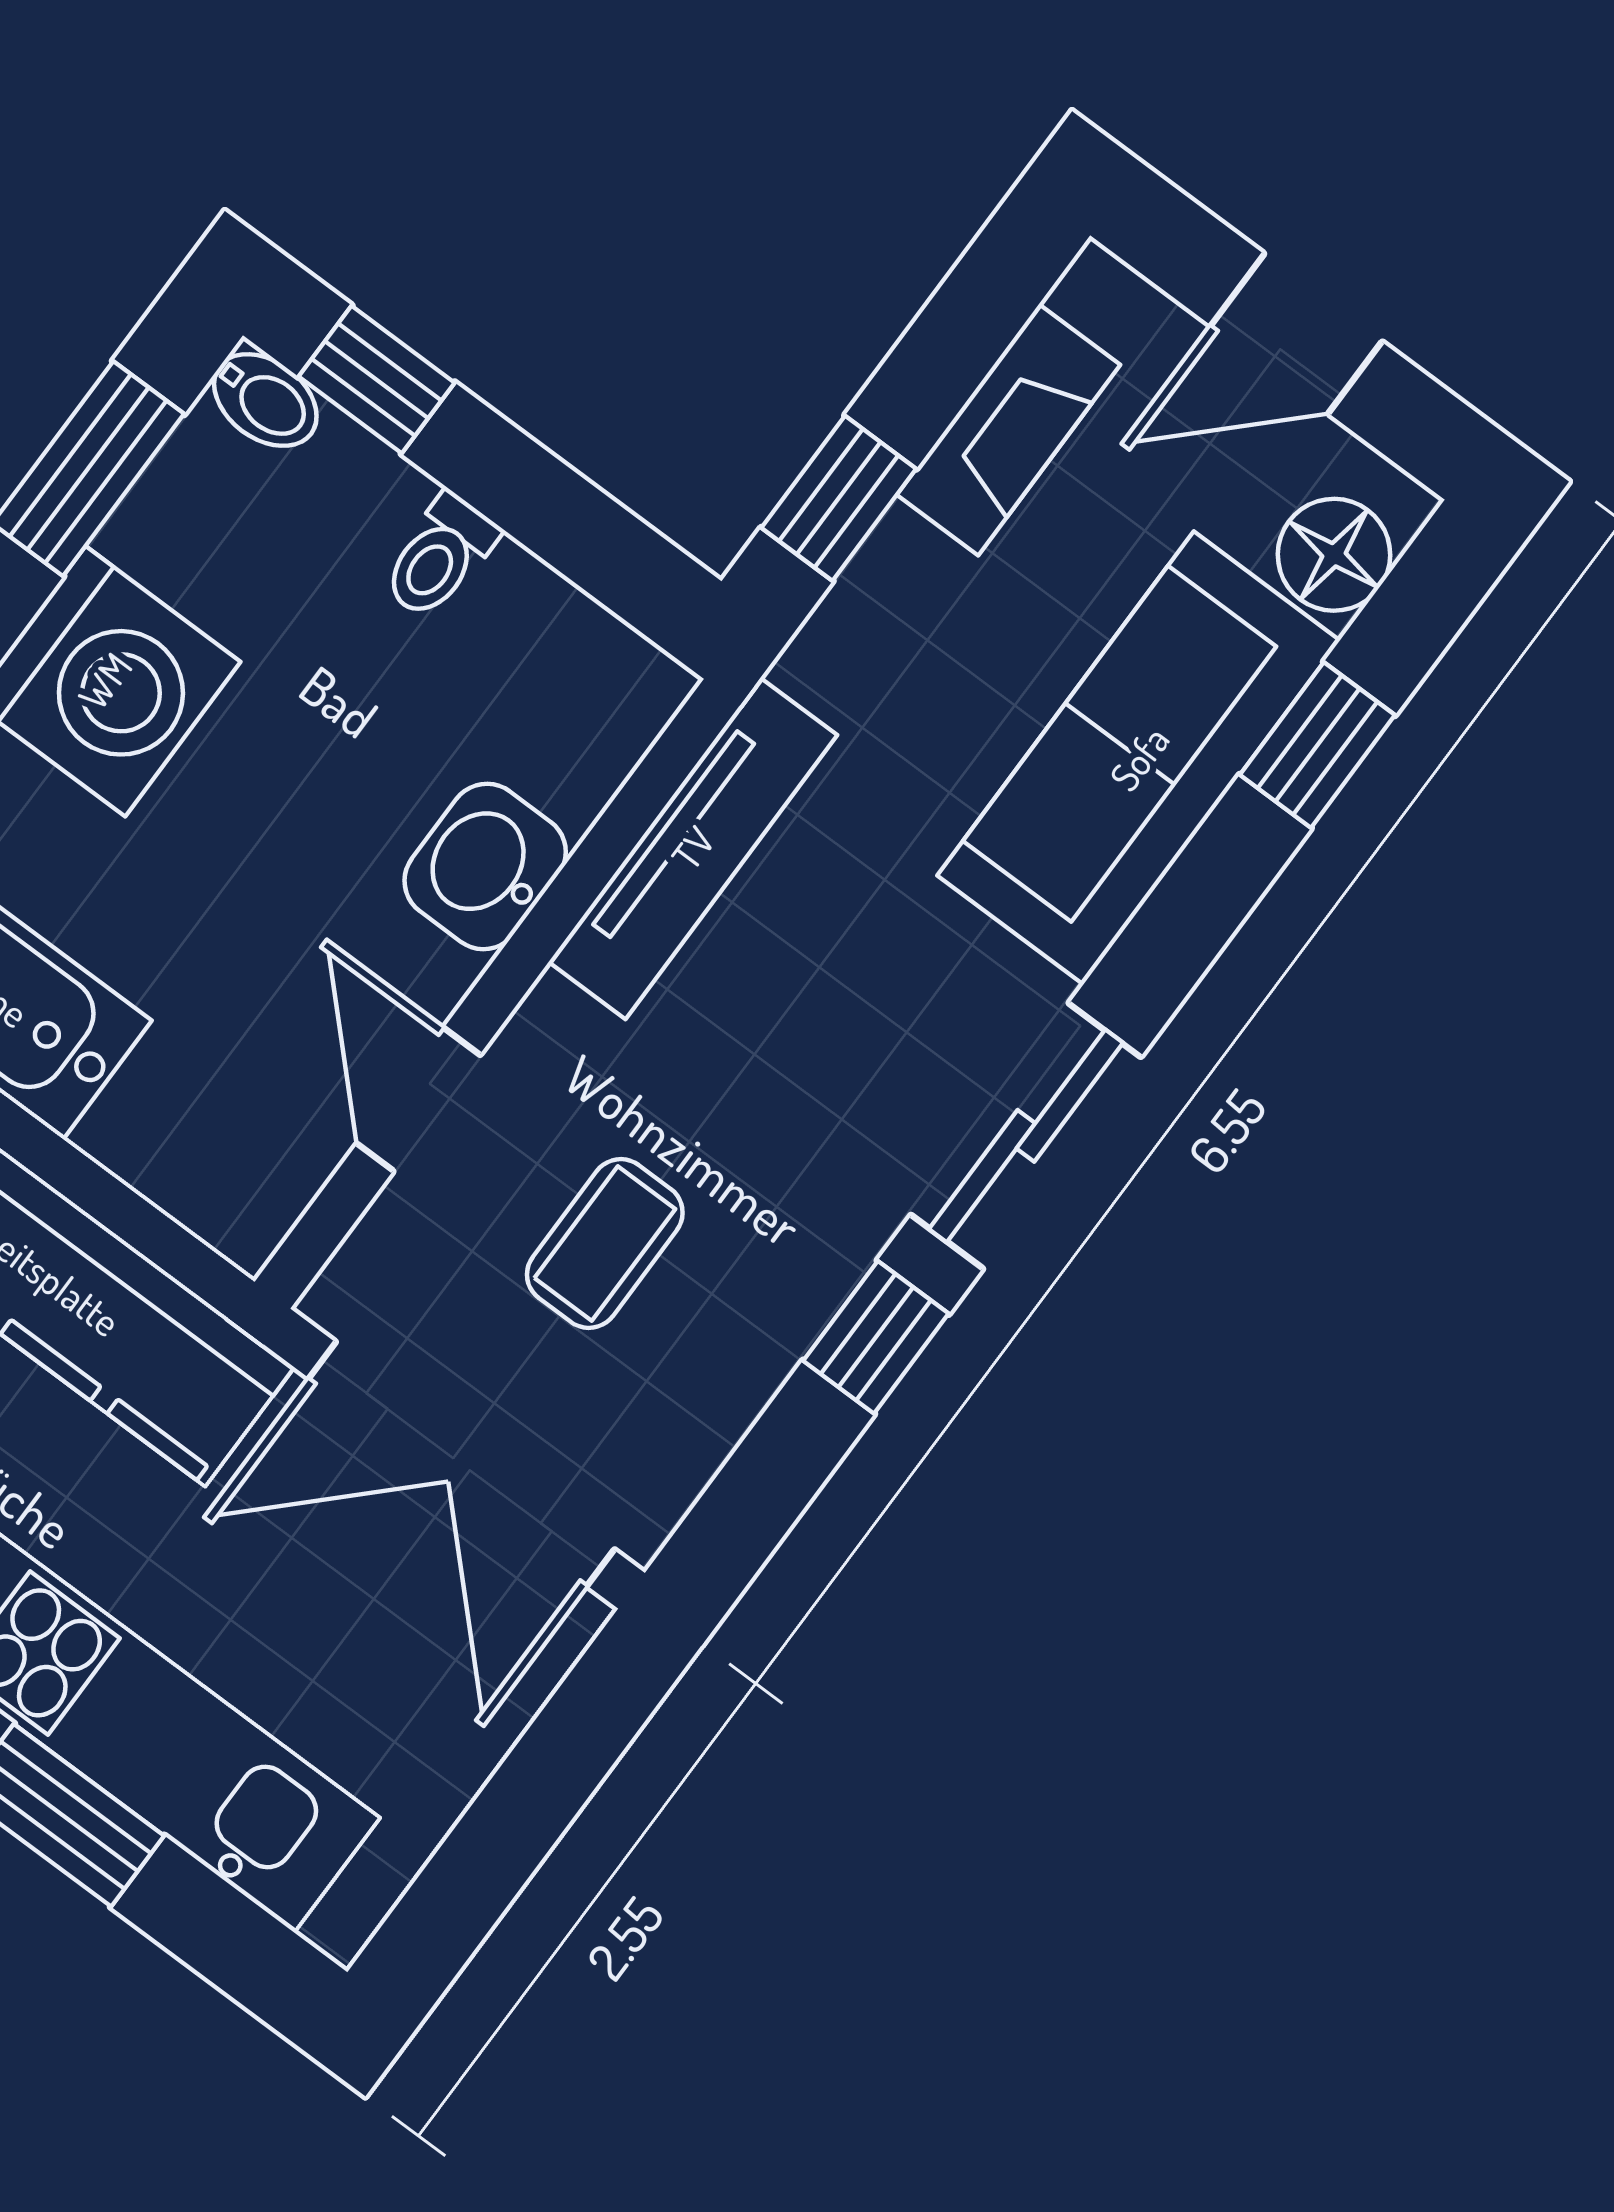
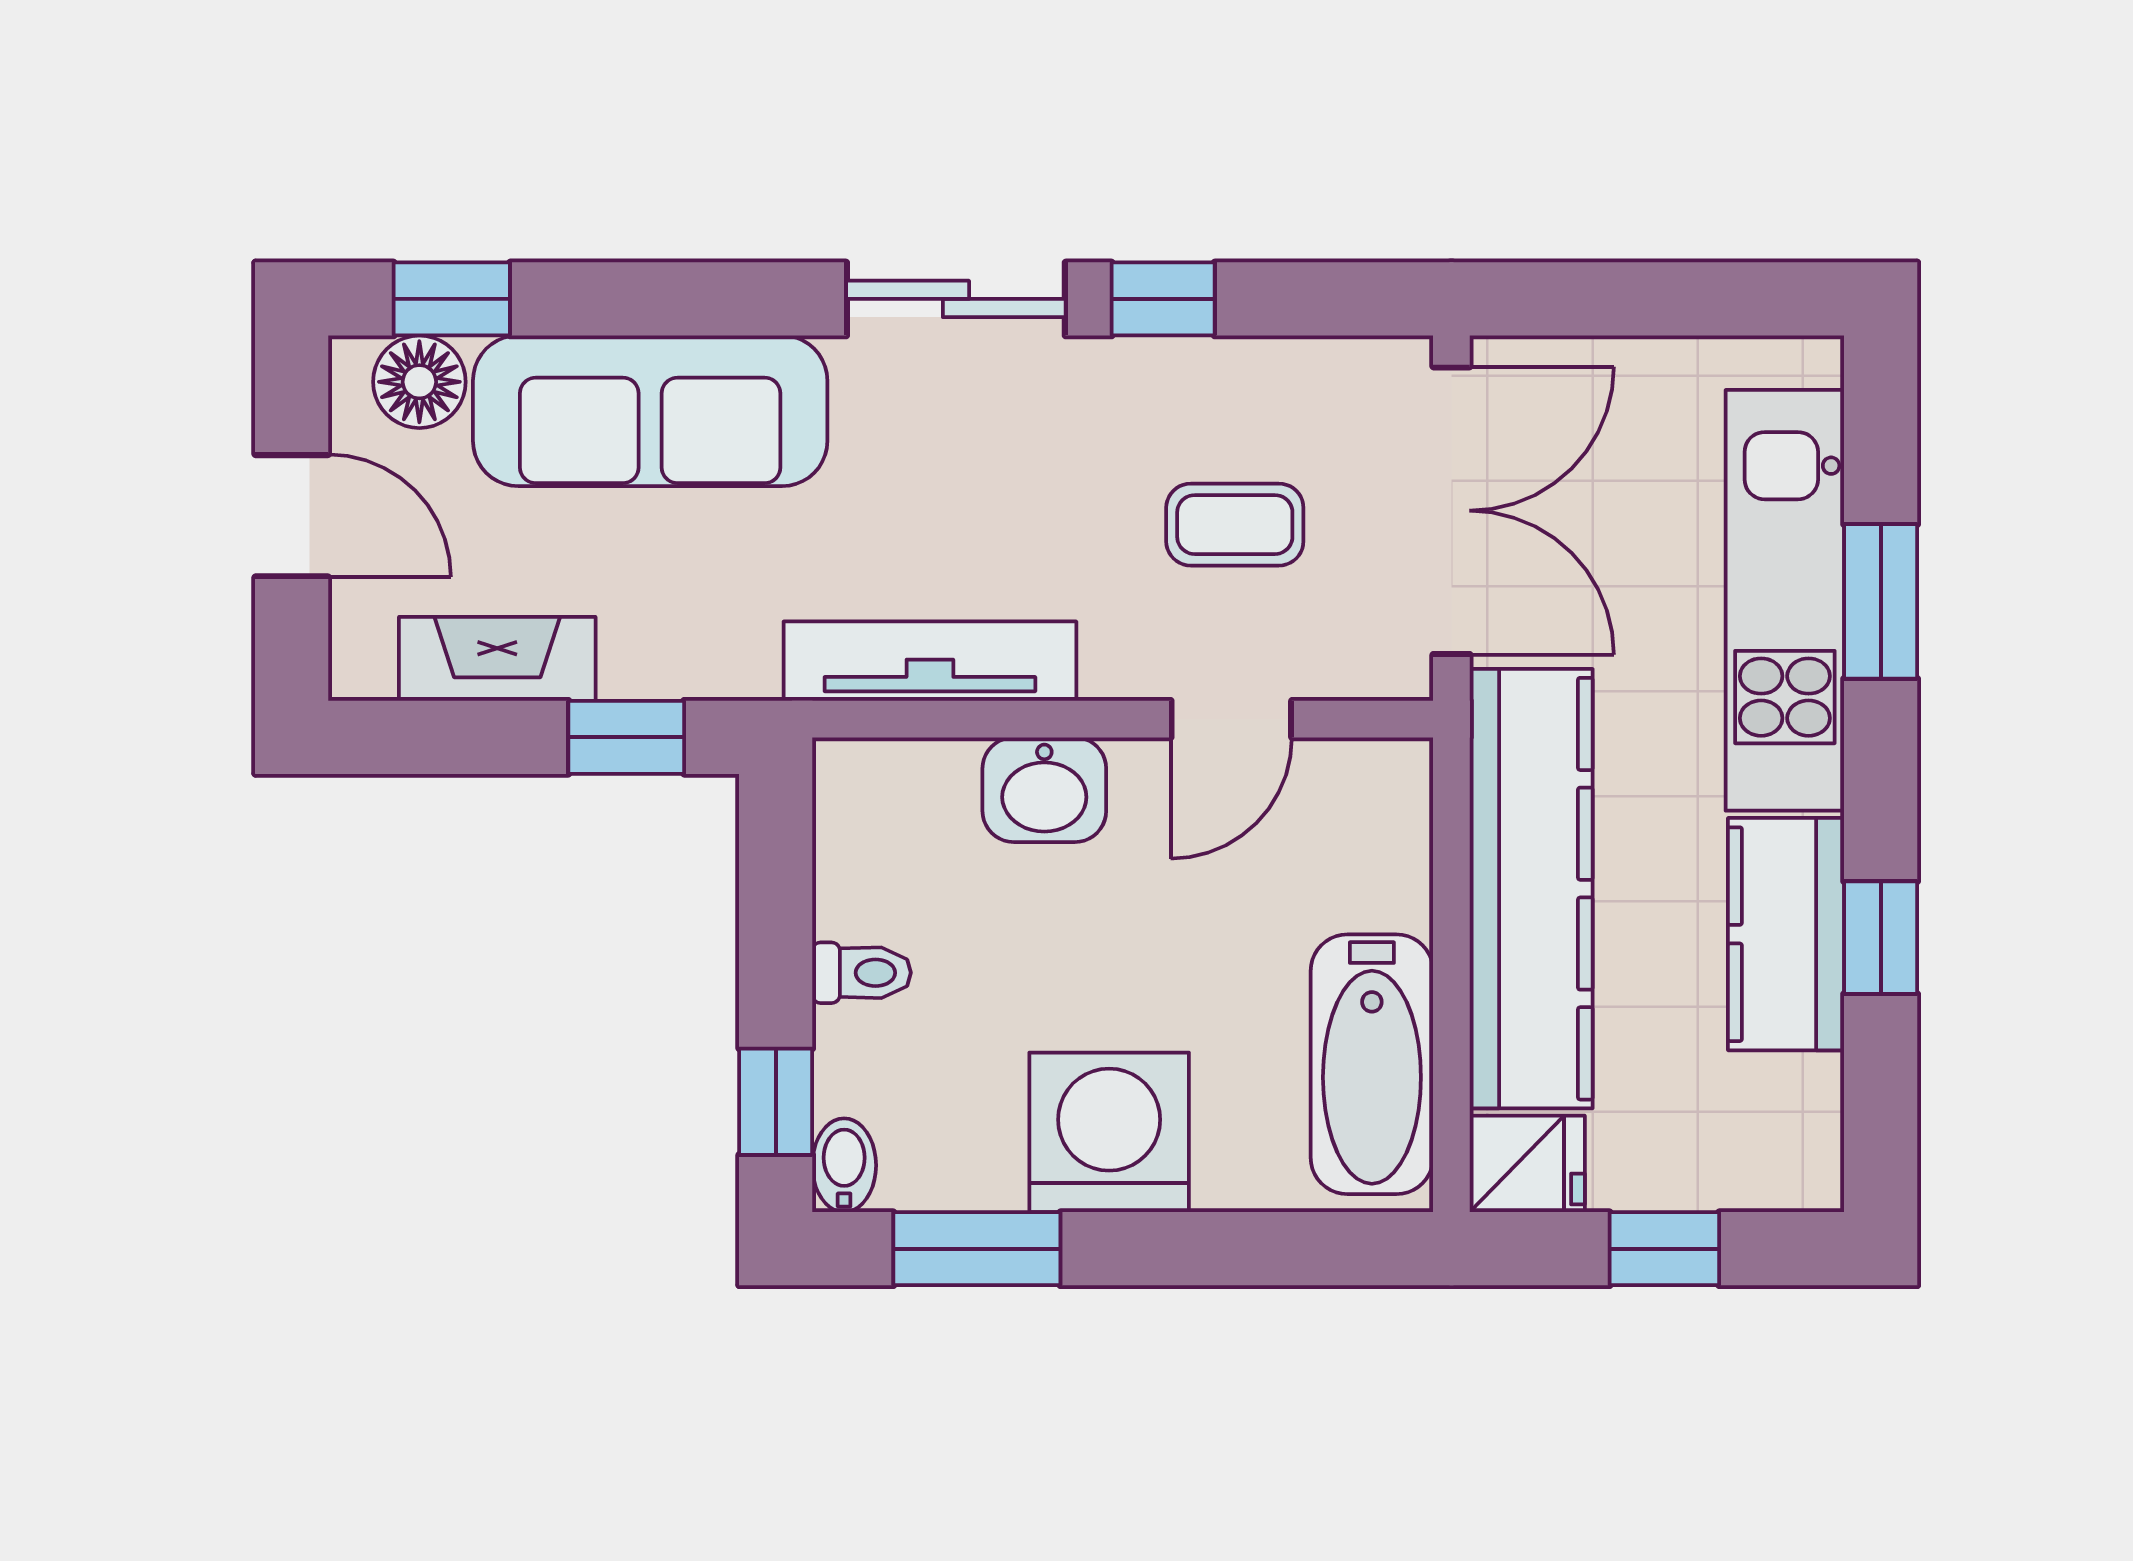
window: (1317, 745) -> (452, 299), moved

